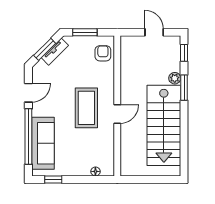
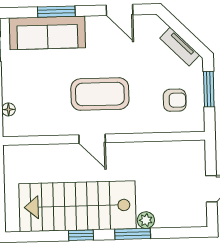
window: (45, 49) -> (183, 32), removed
armchair: (103, 53) -> (175, 100), moved
window: (184, 53) -> (81, 235), moved
window: (28, 137) -> (56, 12), width x0.47

